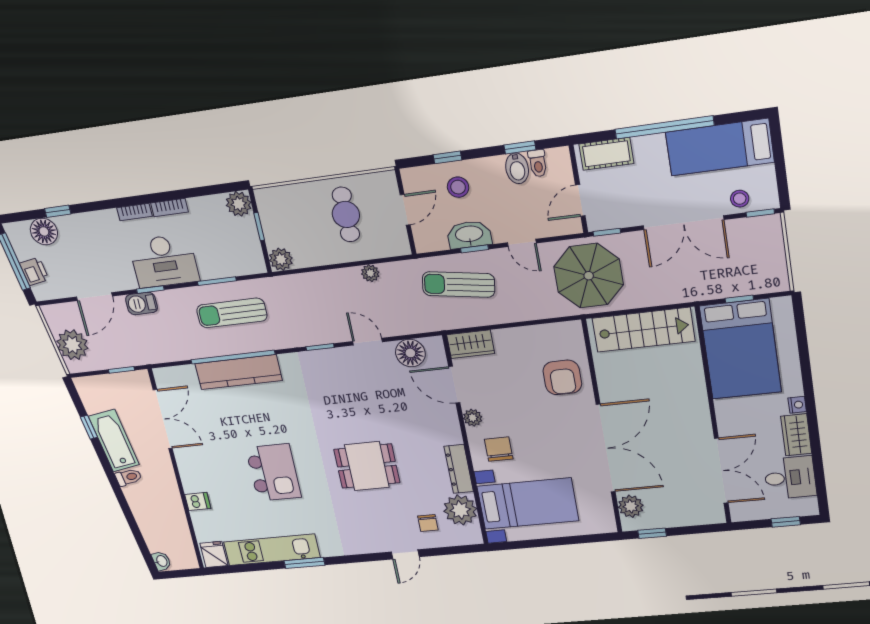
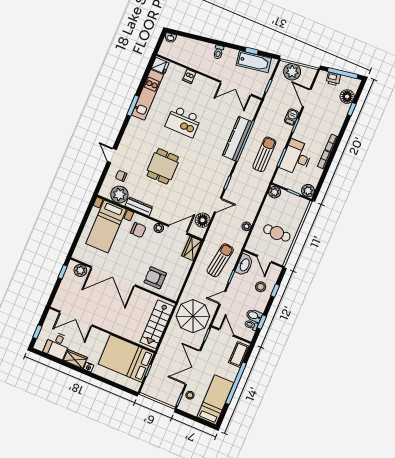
washbasin: (469, 235) -> (244, 265), moved
desk: (164, 261) -> (296, 158), moved
bathtub: (114, 441) -> (254, 62), moved

